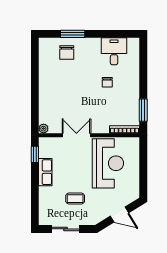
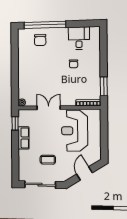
window: (73, 34) -> (45, 25), width x2.11
reception desk: (108, 163) -> (75, 131), turned 180
door: (119, 215) -> (85, 173), swing flipped
sliding door: (65, 229) -> (40, 185), width x1.37

